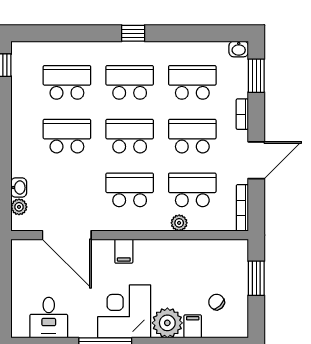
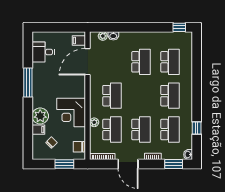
window: (133, 33) -> (197, 128), moved
school desk: (130, 136) -> (141, 96), removed
filing cabinet: (124, 251) -> (79, 40), moved
chair: (224, 251) -> (79, 147), added
corner desk: (124, 311) -> (71, 113), moved, turned 180

